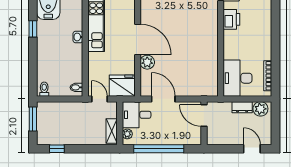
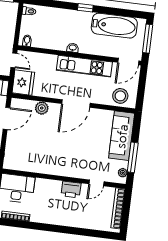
door: (138, 39) -> (76, 103), moved
door: (99, 99) -> (14, 60), hinge flipped

